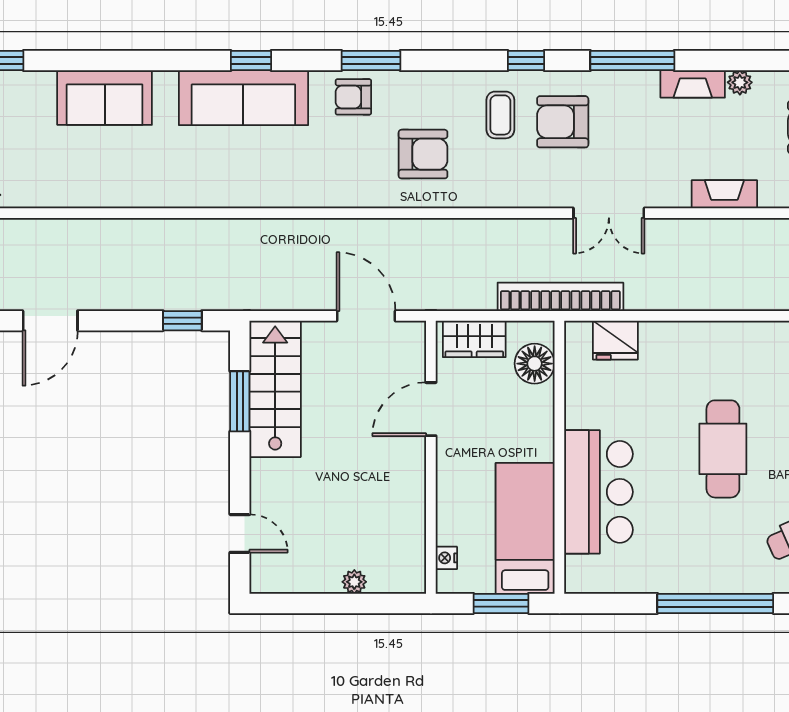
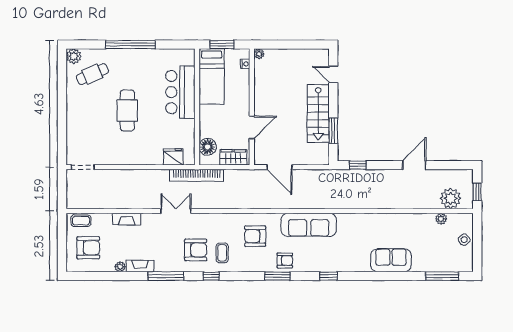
sofa: (243, 98) -> (309, 225), moved, turned 180
stairs: (275, 389) -> (318, 113), moved
plant: (354, 582) -> (259, 54), moved

